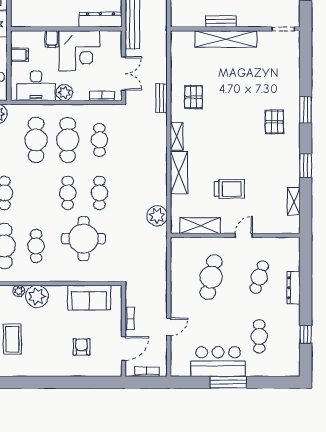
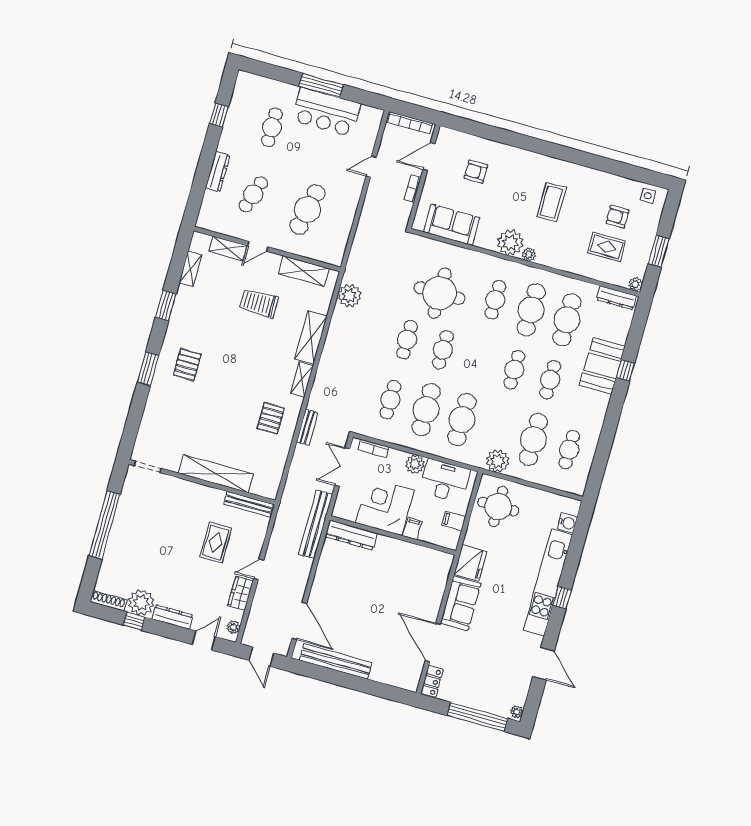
bench: (221, 21) -> (248, 504), moved, width x1.36
shelving: (268, 227) -> (228, 248), added
armchair: (82, 347) -> (476, 172), turned 90
bookcase: (147, 372) -> (410, 123), width x1.56

